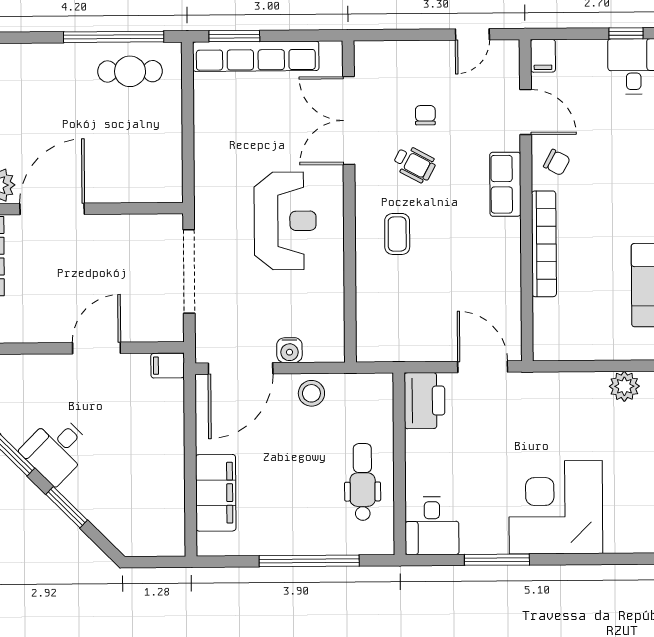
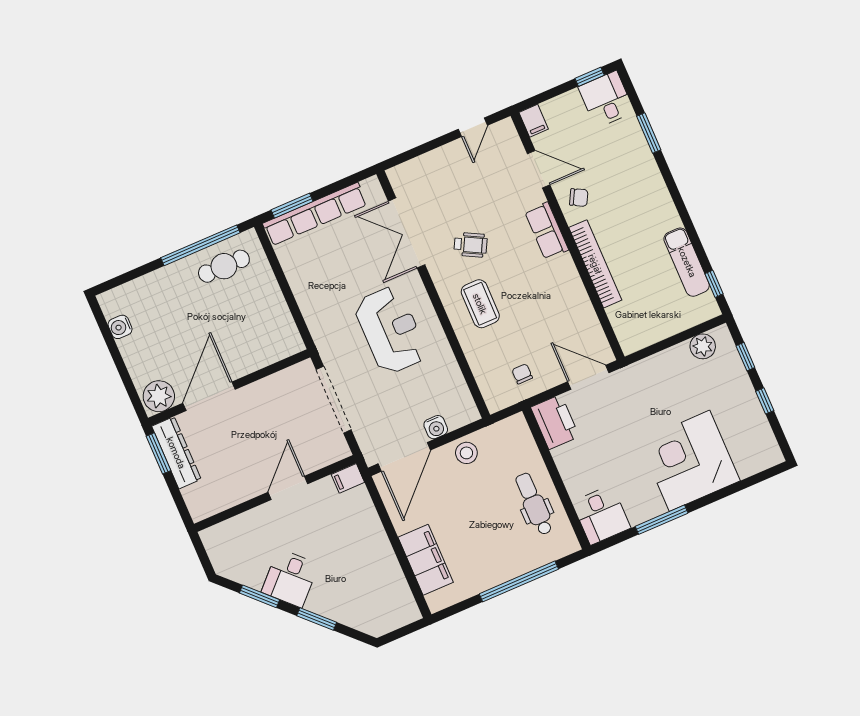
chair: (425, 115) -> (522, 374), moved
coffee table: (397, 234) -> (480, 304), width x1.36, depth x1.30

